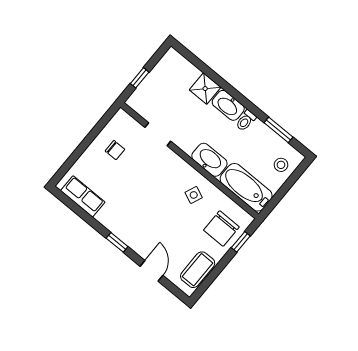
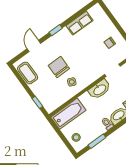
washbasin: (209, 160) -> (100, 89), moved
row of seats: (83, 196) -> (79, 23), moved
chair: (221, 228) -> (59, 67), moved
door: (152, 271) -> (34, 46), swing flipped

